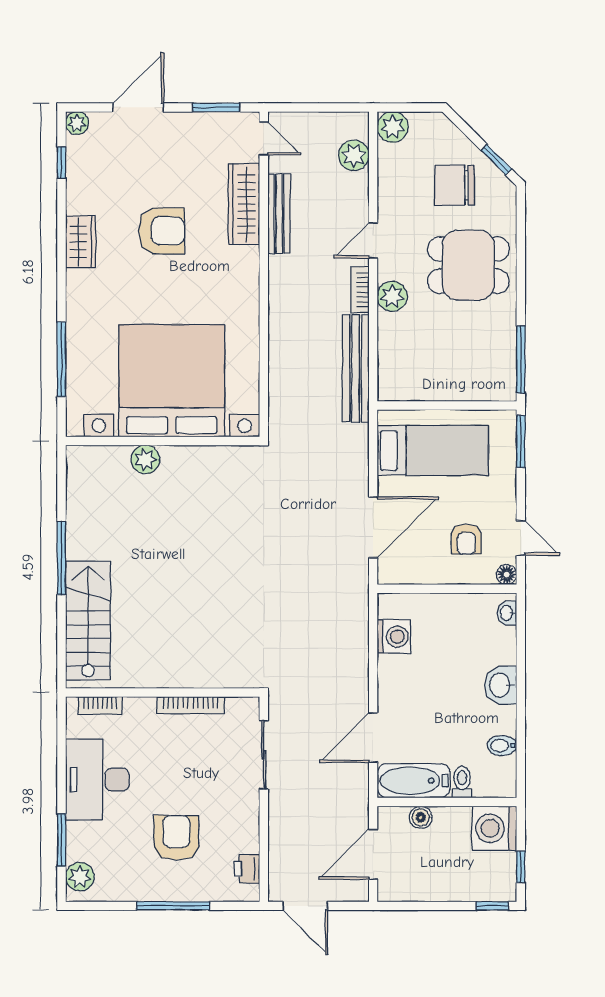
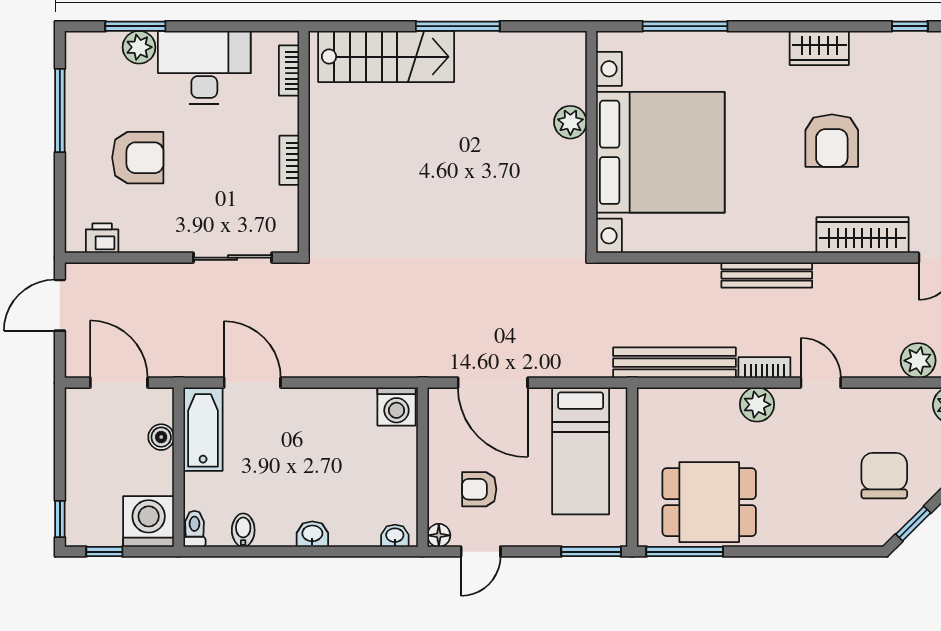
bench: (279, 214) -> (767, 275), moved
dining table: (468, 265) -> (709, 502), moved, turned 90
washing machine: (394, 637) -> (396, 406), moved
washbasin: (501, 685) -> (312, 534), width x0.72, depth x0.69
bookcase: (191, 705) -> (289, 160), width x0.64
toilet: (462, 782) -> (194, 529), moved, turned -90
plant: (80, 877) -> (139, 47), moved
window: (173, 906) -> (60, 110), moved

